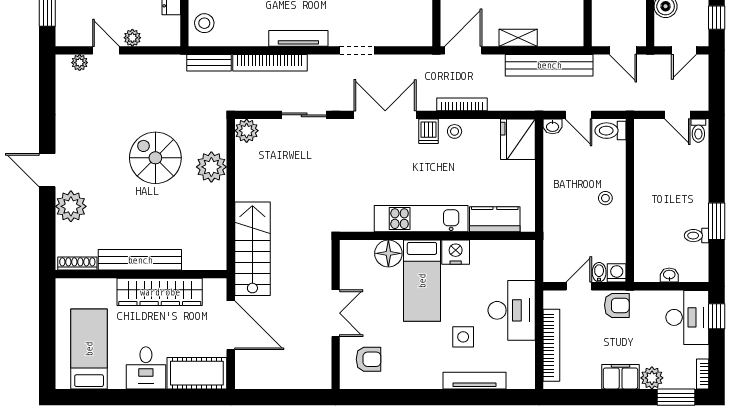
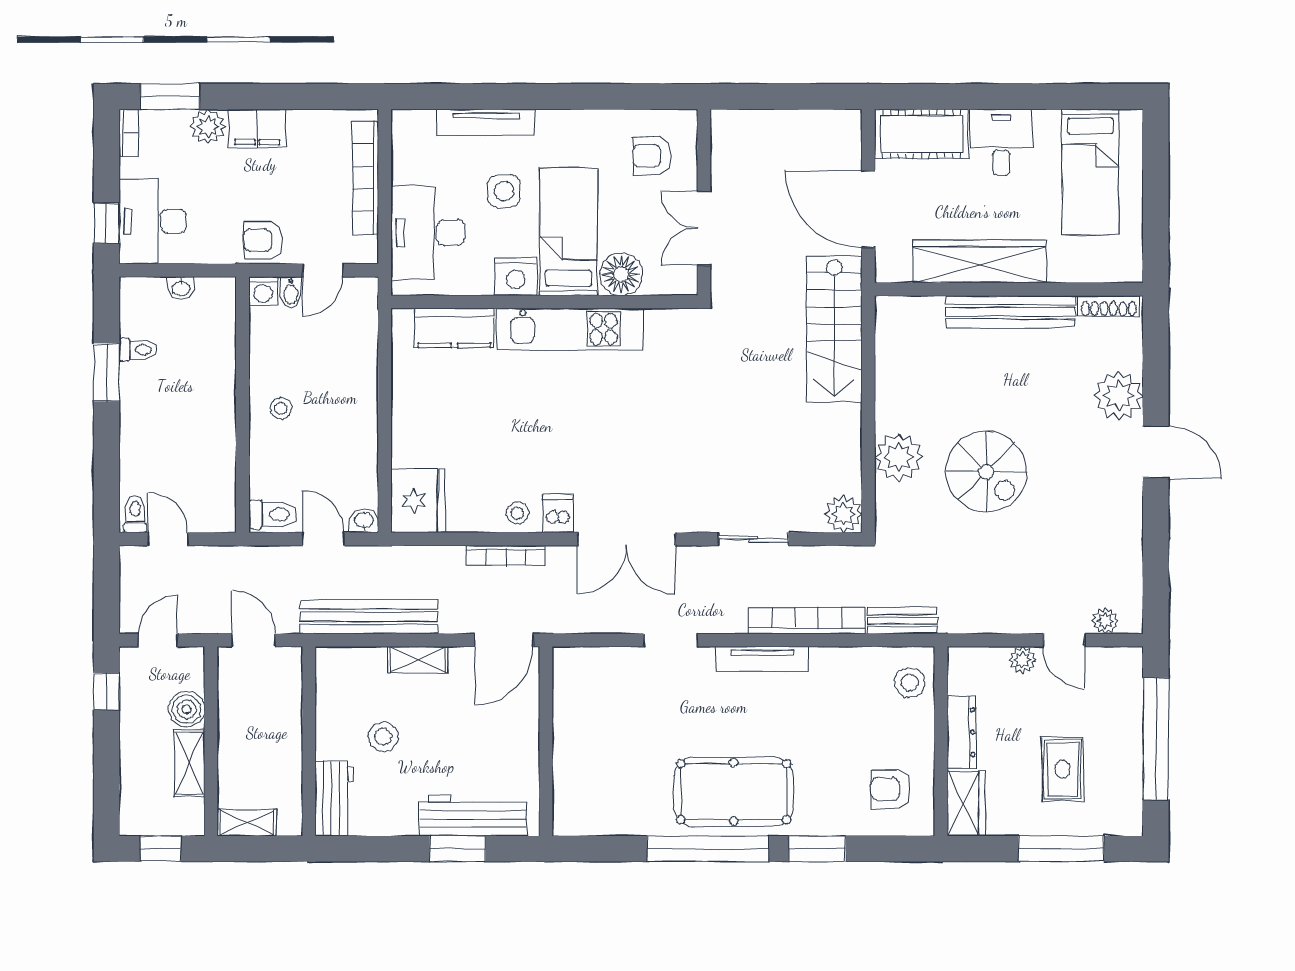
kitchen unit: (421, 219) -> (570, 329), moved
kitchen counter: (495, 219) -> (454, 328), moved
wall: (437, 236) -> (544, 302), moved
nightstand: (456, 252) -> (516, 276), moved
floor lamp: (388, 253) -> (621, 274), moved
bed: (422, 281) -> (568, 232), moved

